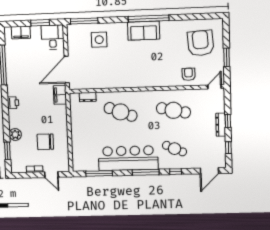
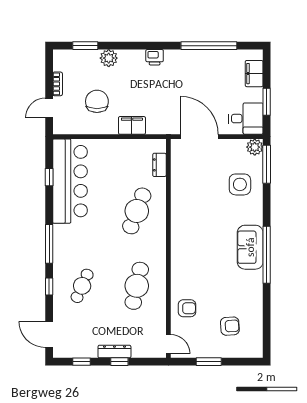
plant: (72, 30) -> (255, 147), added
armchair: (201, 43) -> (230, 326), width x0.53, depth x0.53
filing cabinet: (60, 95) -> (132, 125), moved
bar counter: (128, 158) -> (70, 181), moved
window: (99, 173) -> (49, 177), width x0.46

